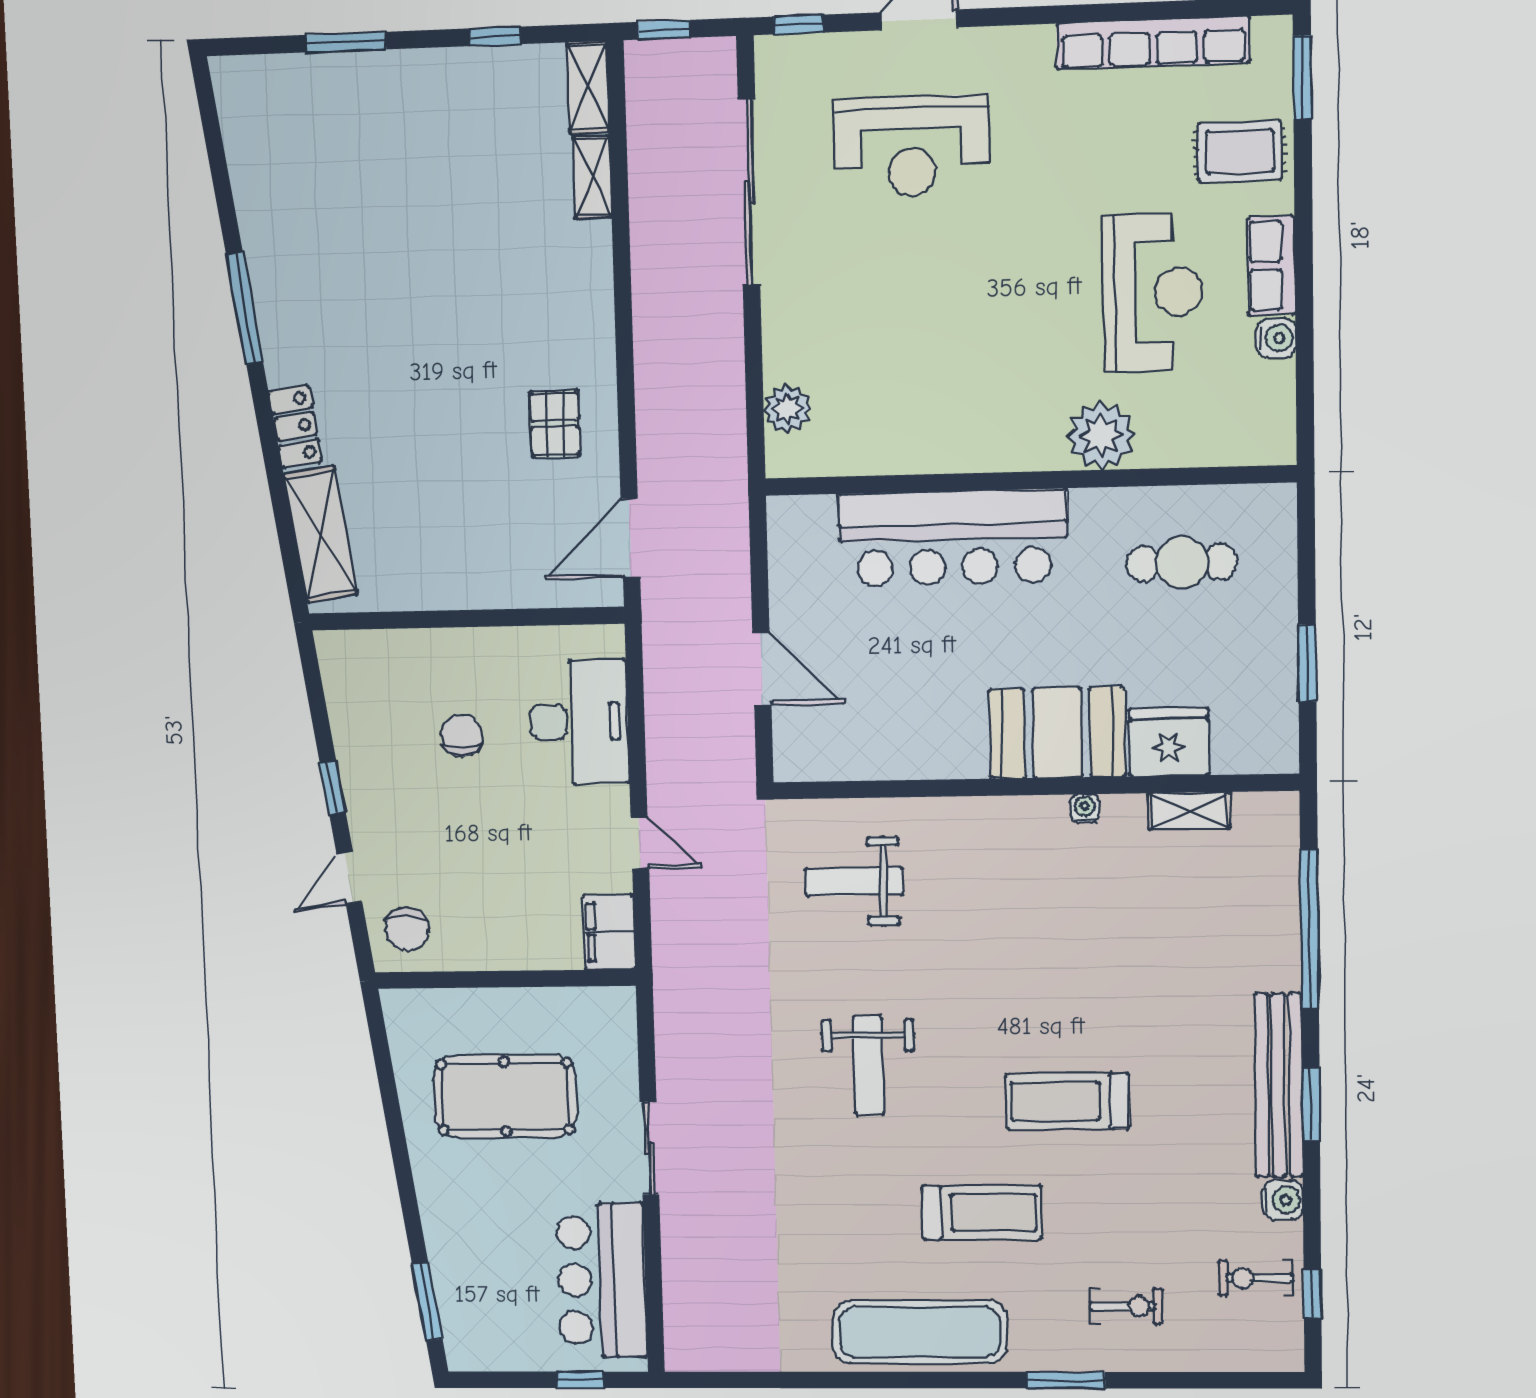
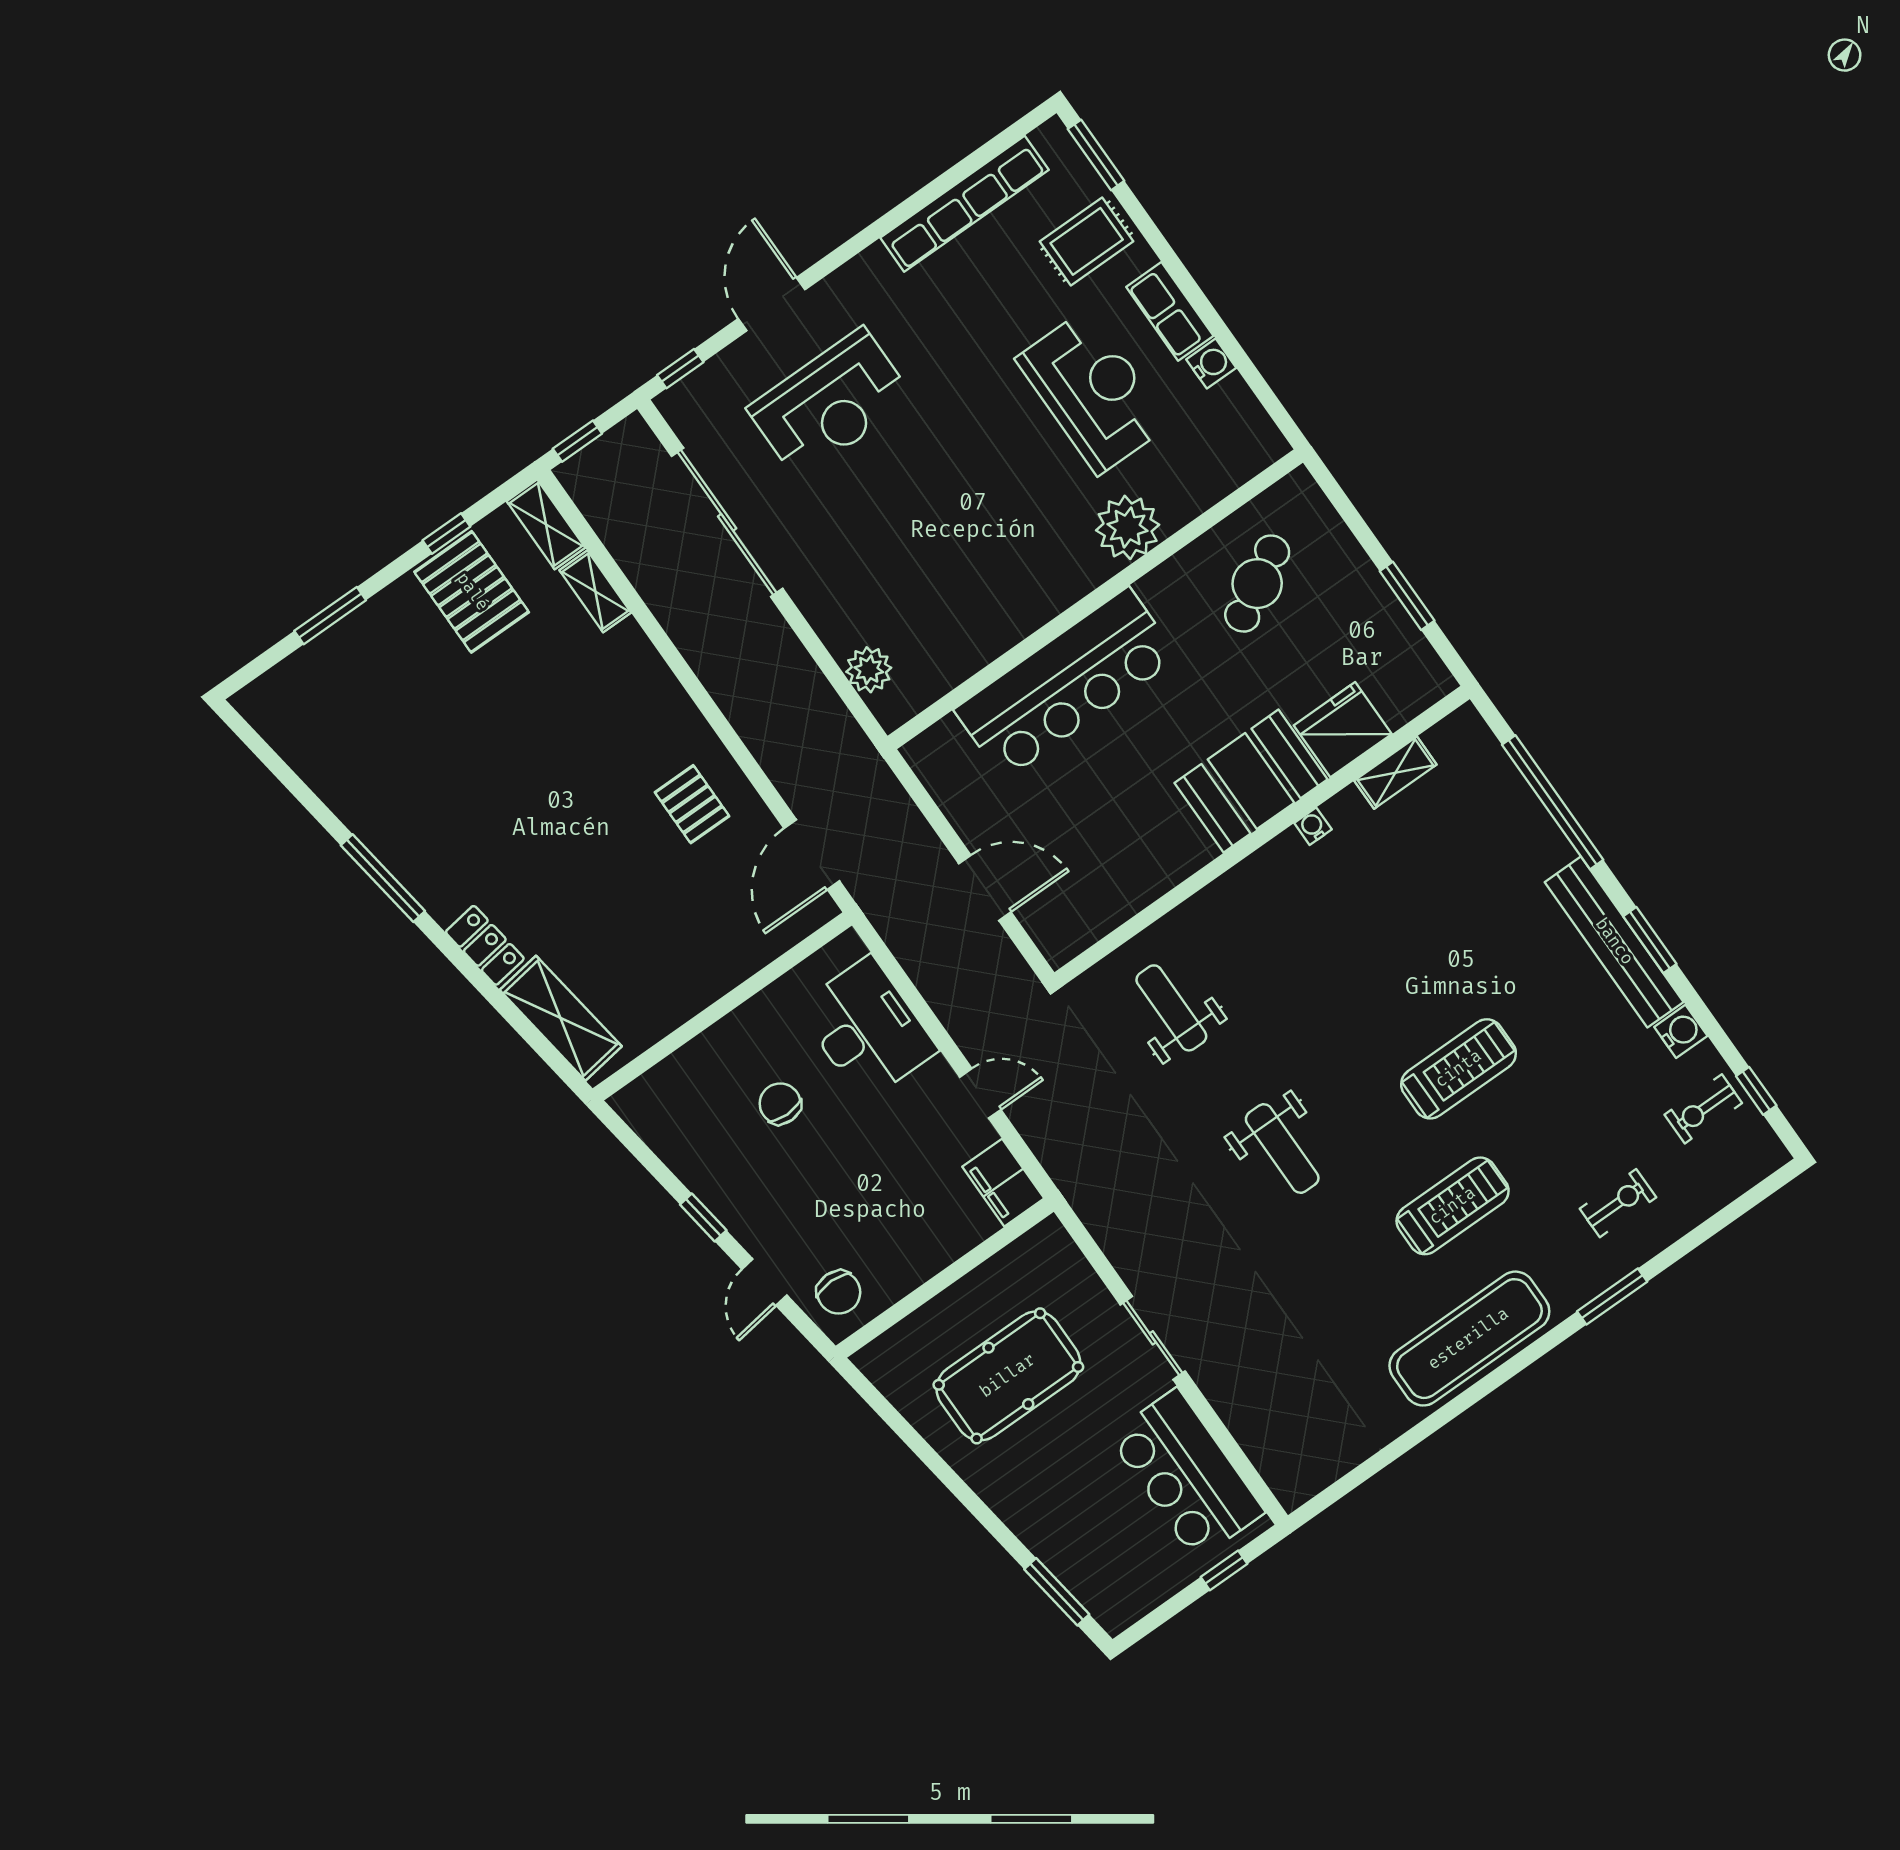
pallet: (483, 104) -> (472, 592), added
cafe table: (1182, 563) -> (1257, 584), turned -30
weight bench: (854, 882) -> (1171, 1008), turned 90
treadmill: (1067, 1101) -> (1459, 1069), turned 180

